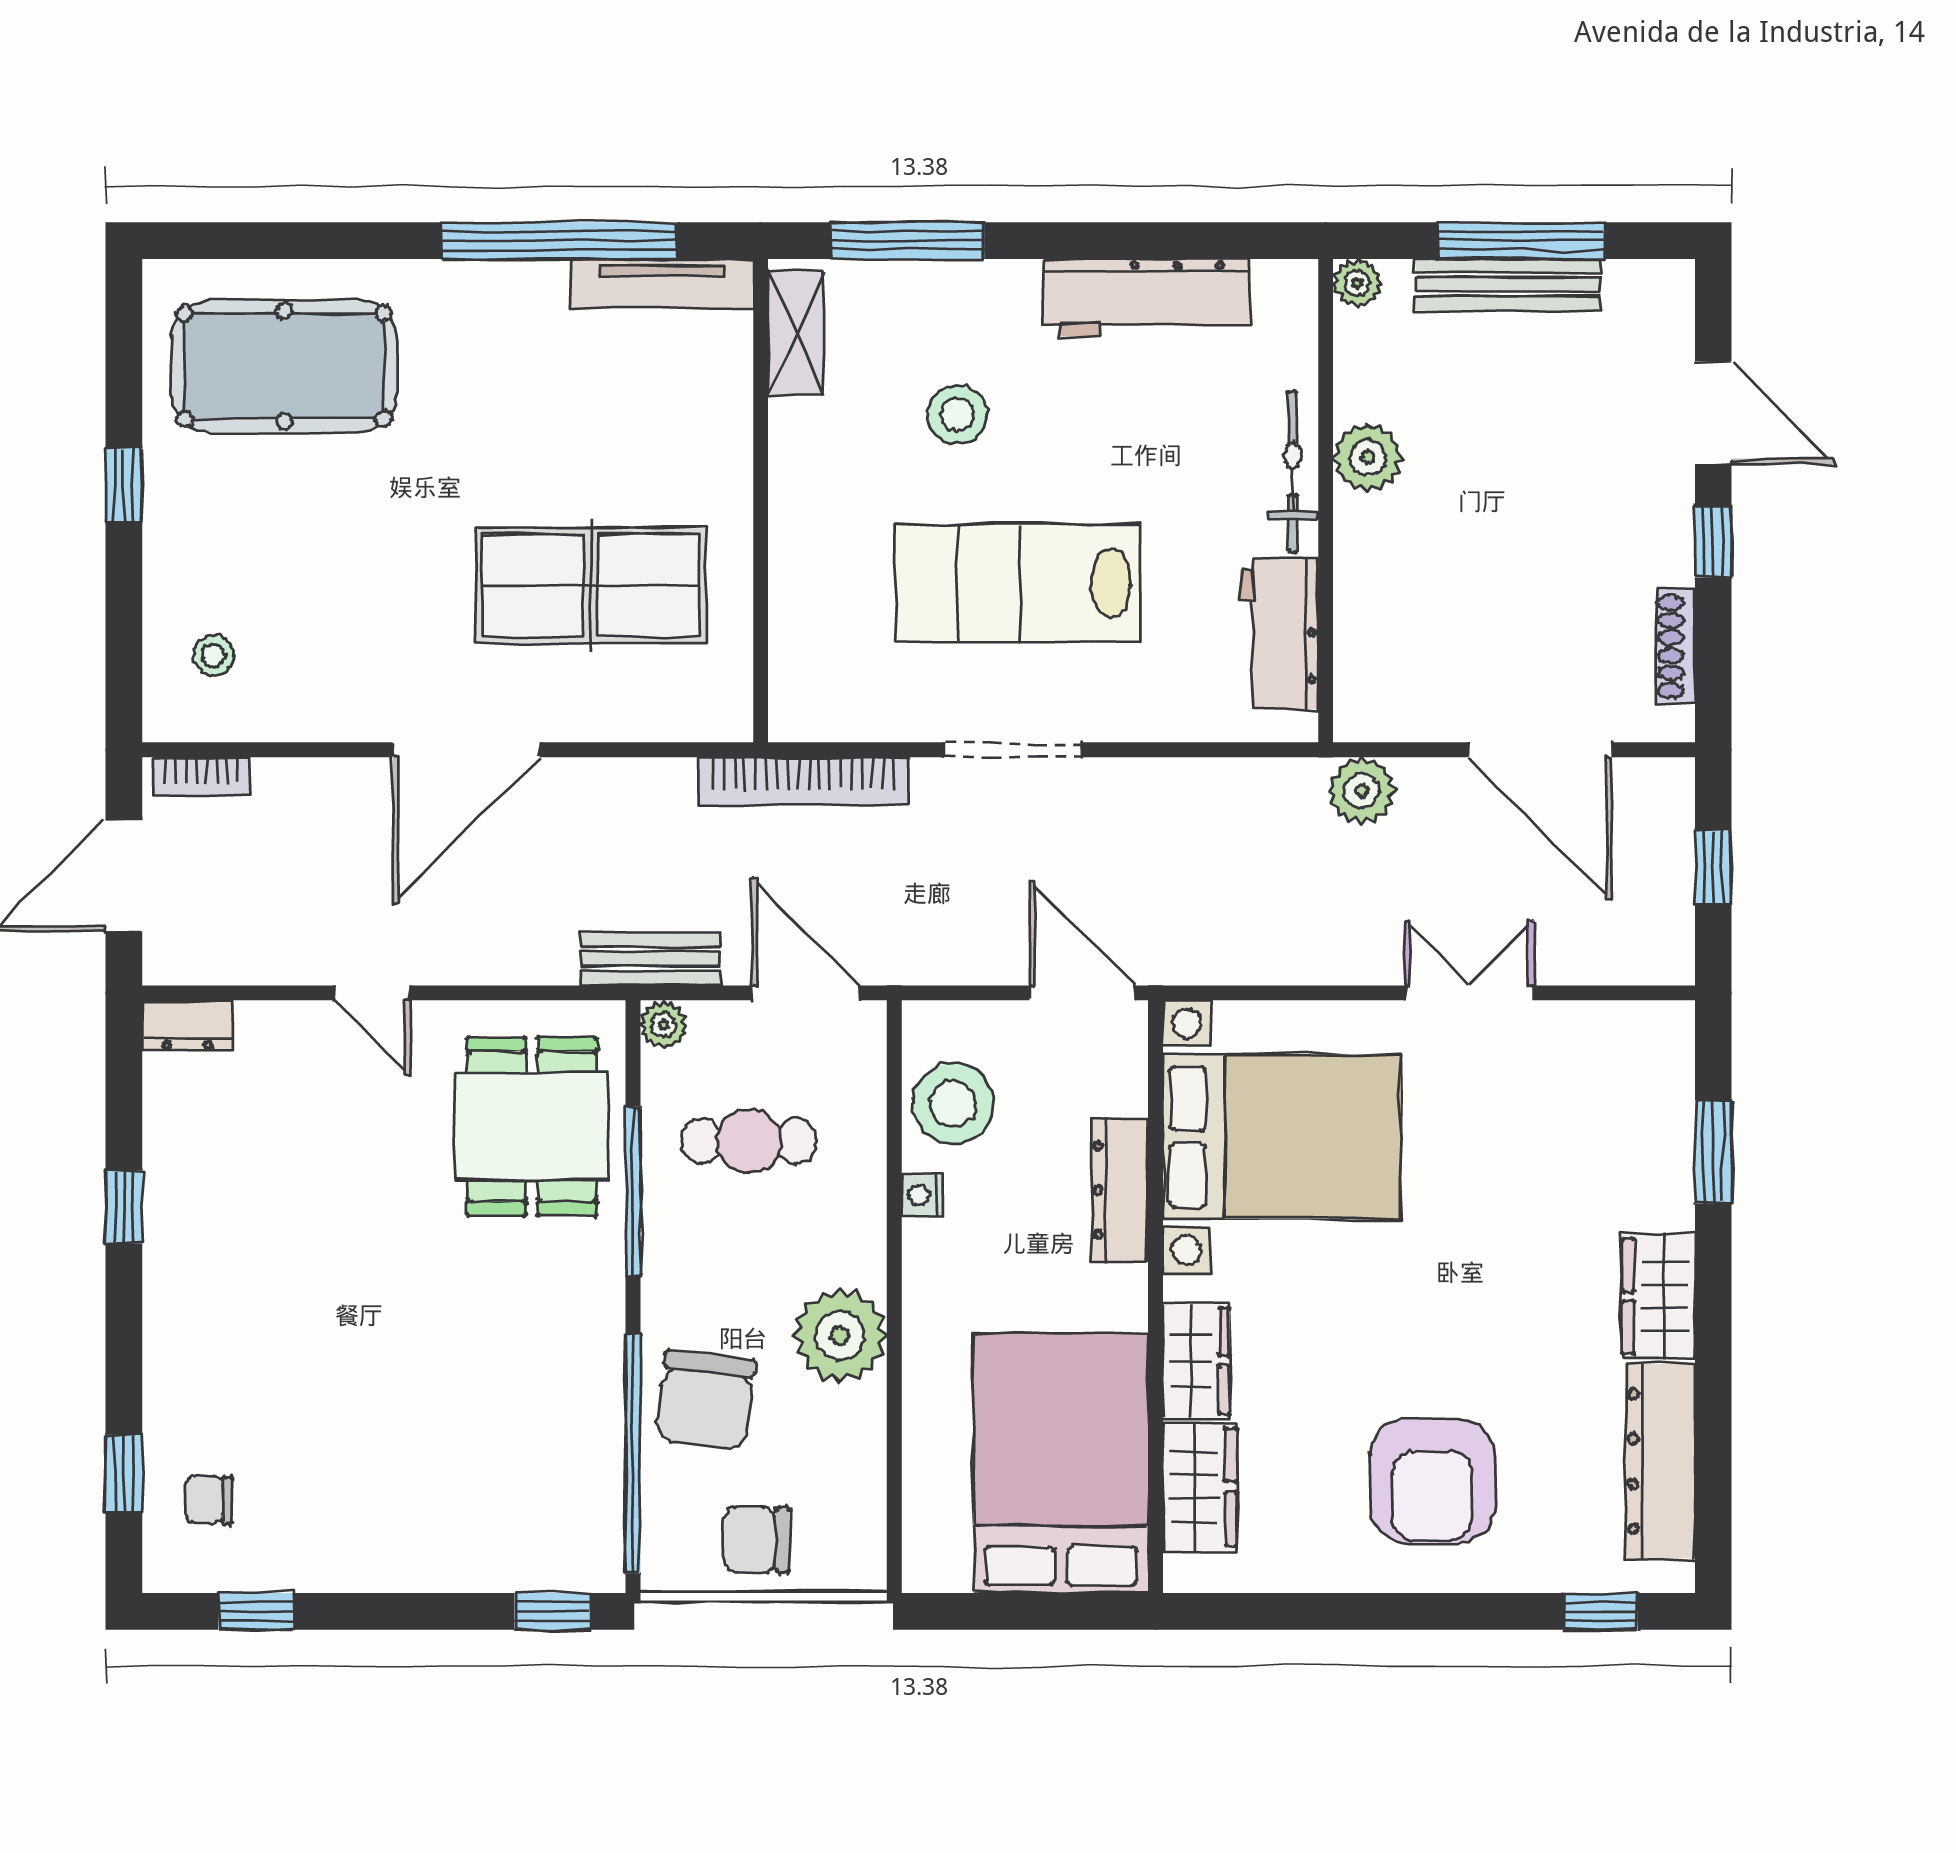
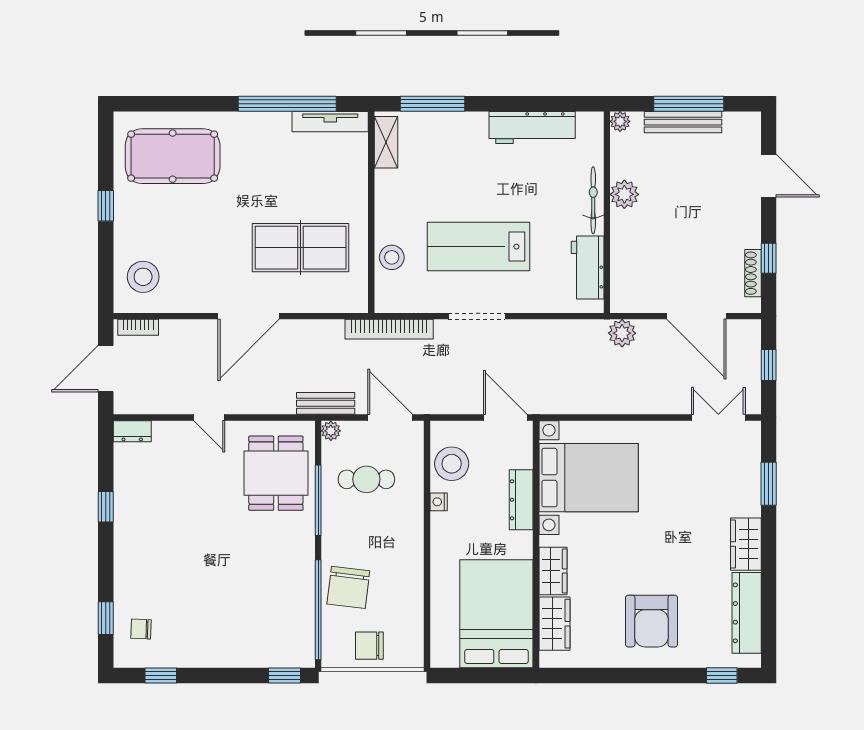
stool: (957, 414) -> (392, 257), moved
window: (1713, 542) -> (769, 258), moved
stool: (213, 656) -> (143, 277), width x1.89, depth x1.89
double door: (1470, 993) -> (718, 417), moved
plant: (840, 1336) -> (404, 560), removed

